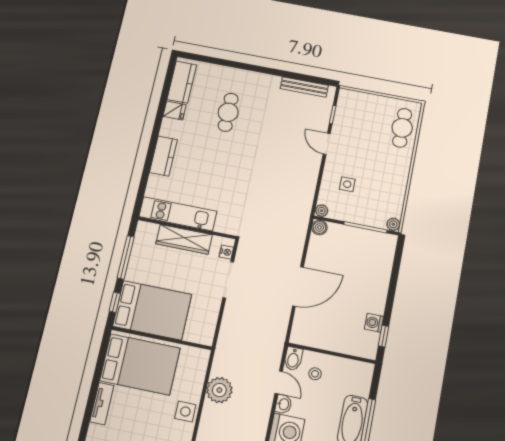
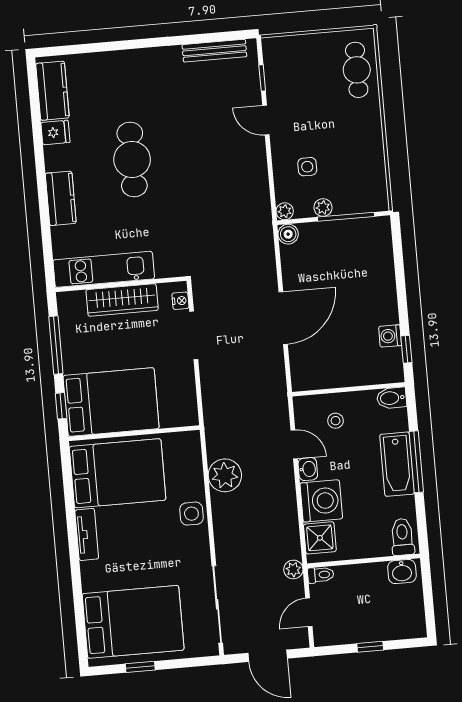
cafe table: (228, 112) -> (132, 159), moved, width x1.37, depth x1.35
plant: (393, 224) -> (323, 207), moved
bidet: (293, 359) -> (392, 398), moved, turned 90

